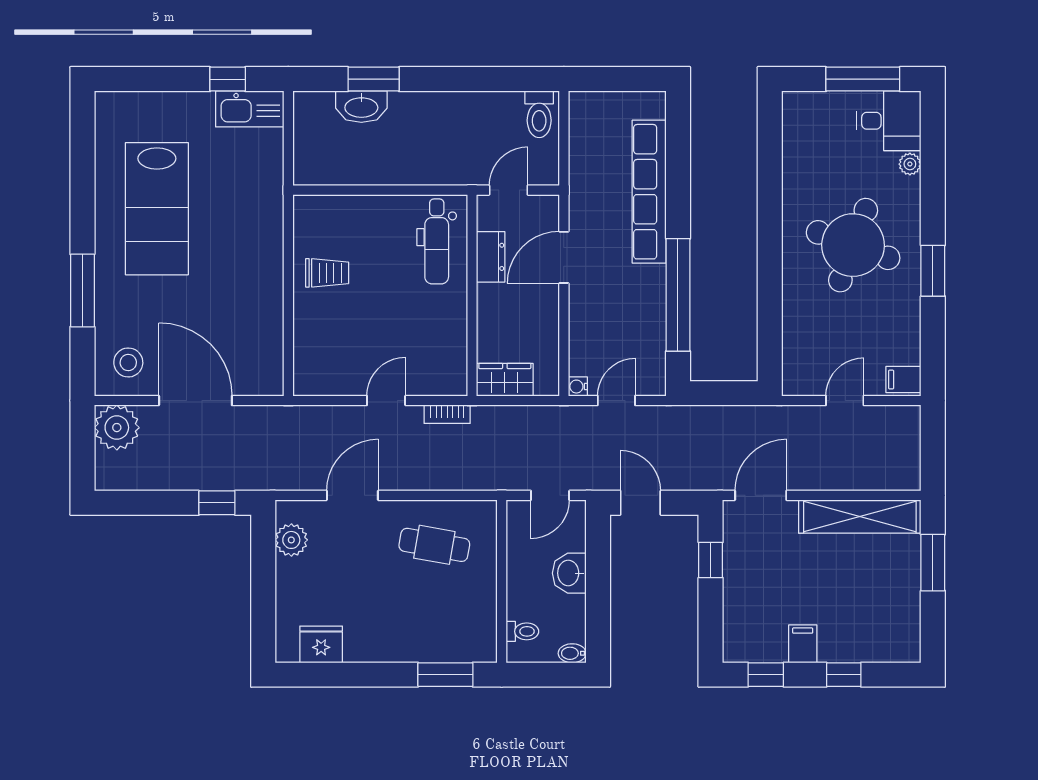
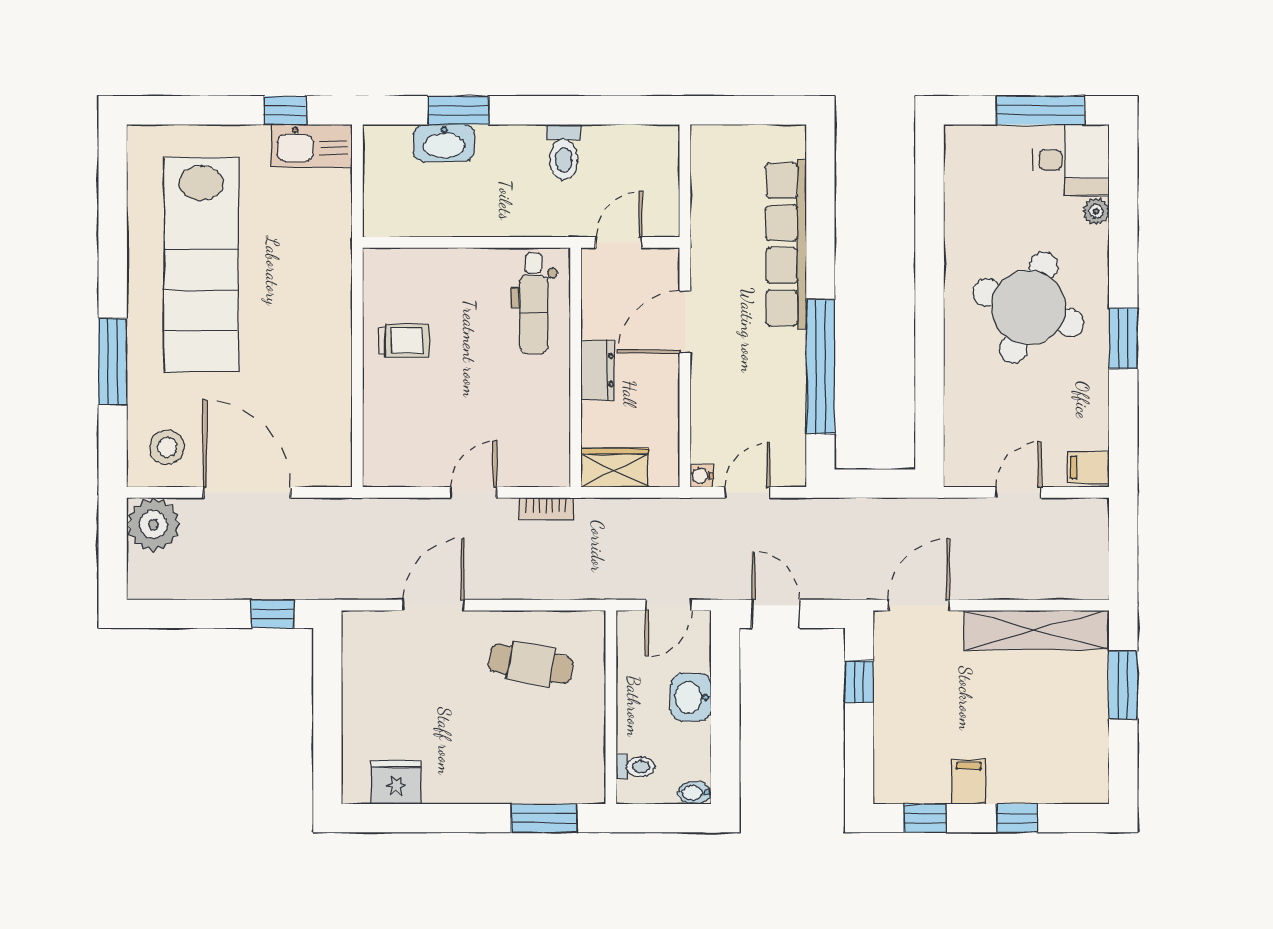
toilet: (539, 114) -> (564, 152), moved
lab bench: (157, 209) -> (201, 264), width x1.36
dresser: (491, 257) -> (598, 370), moved
plant: (291, 540) -> (361, 658), removed

